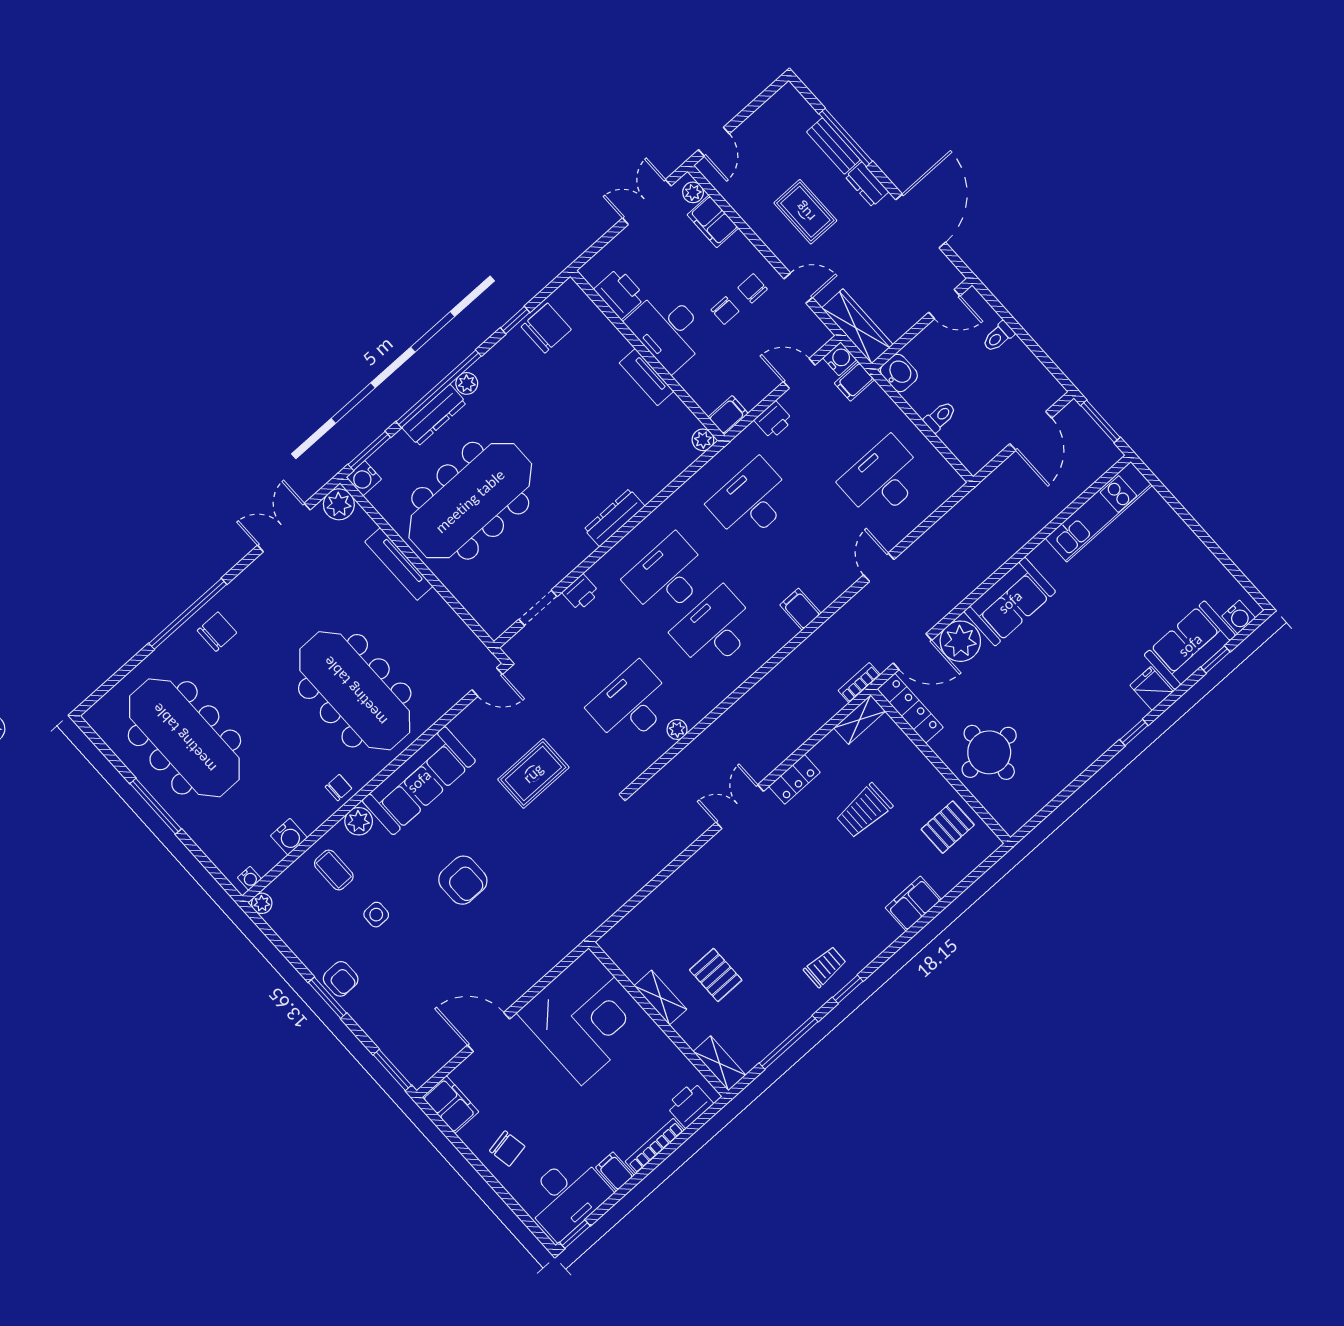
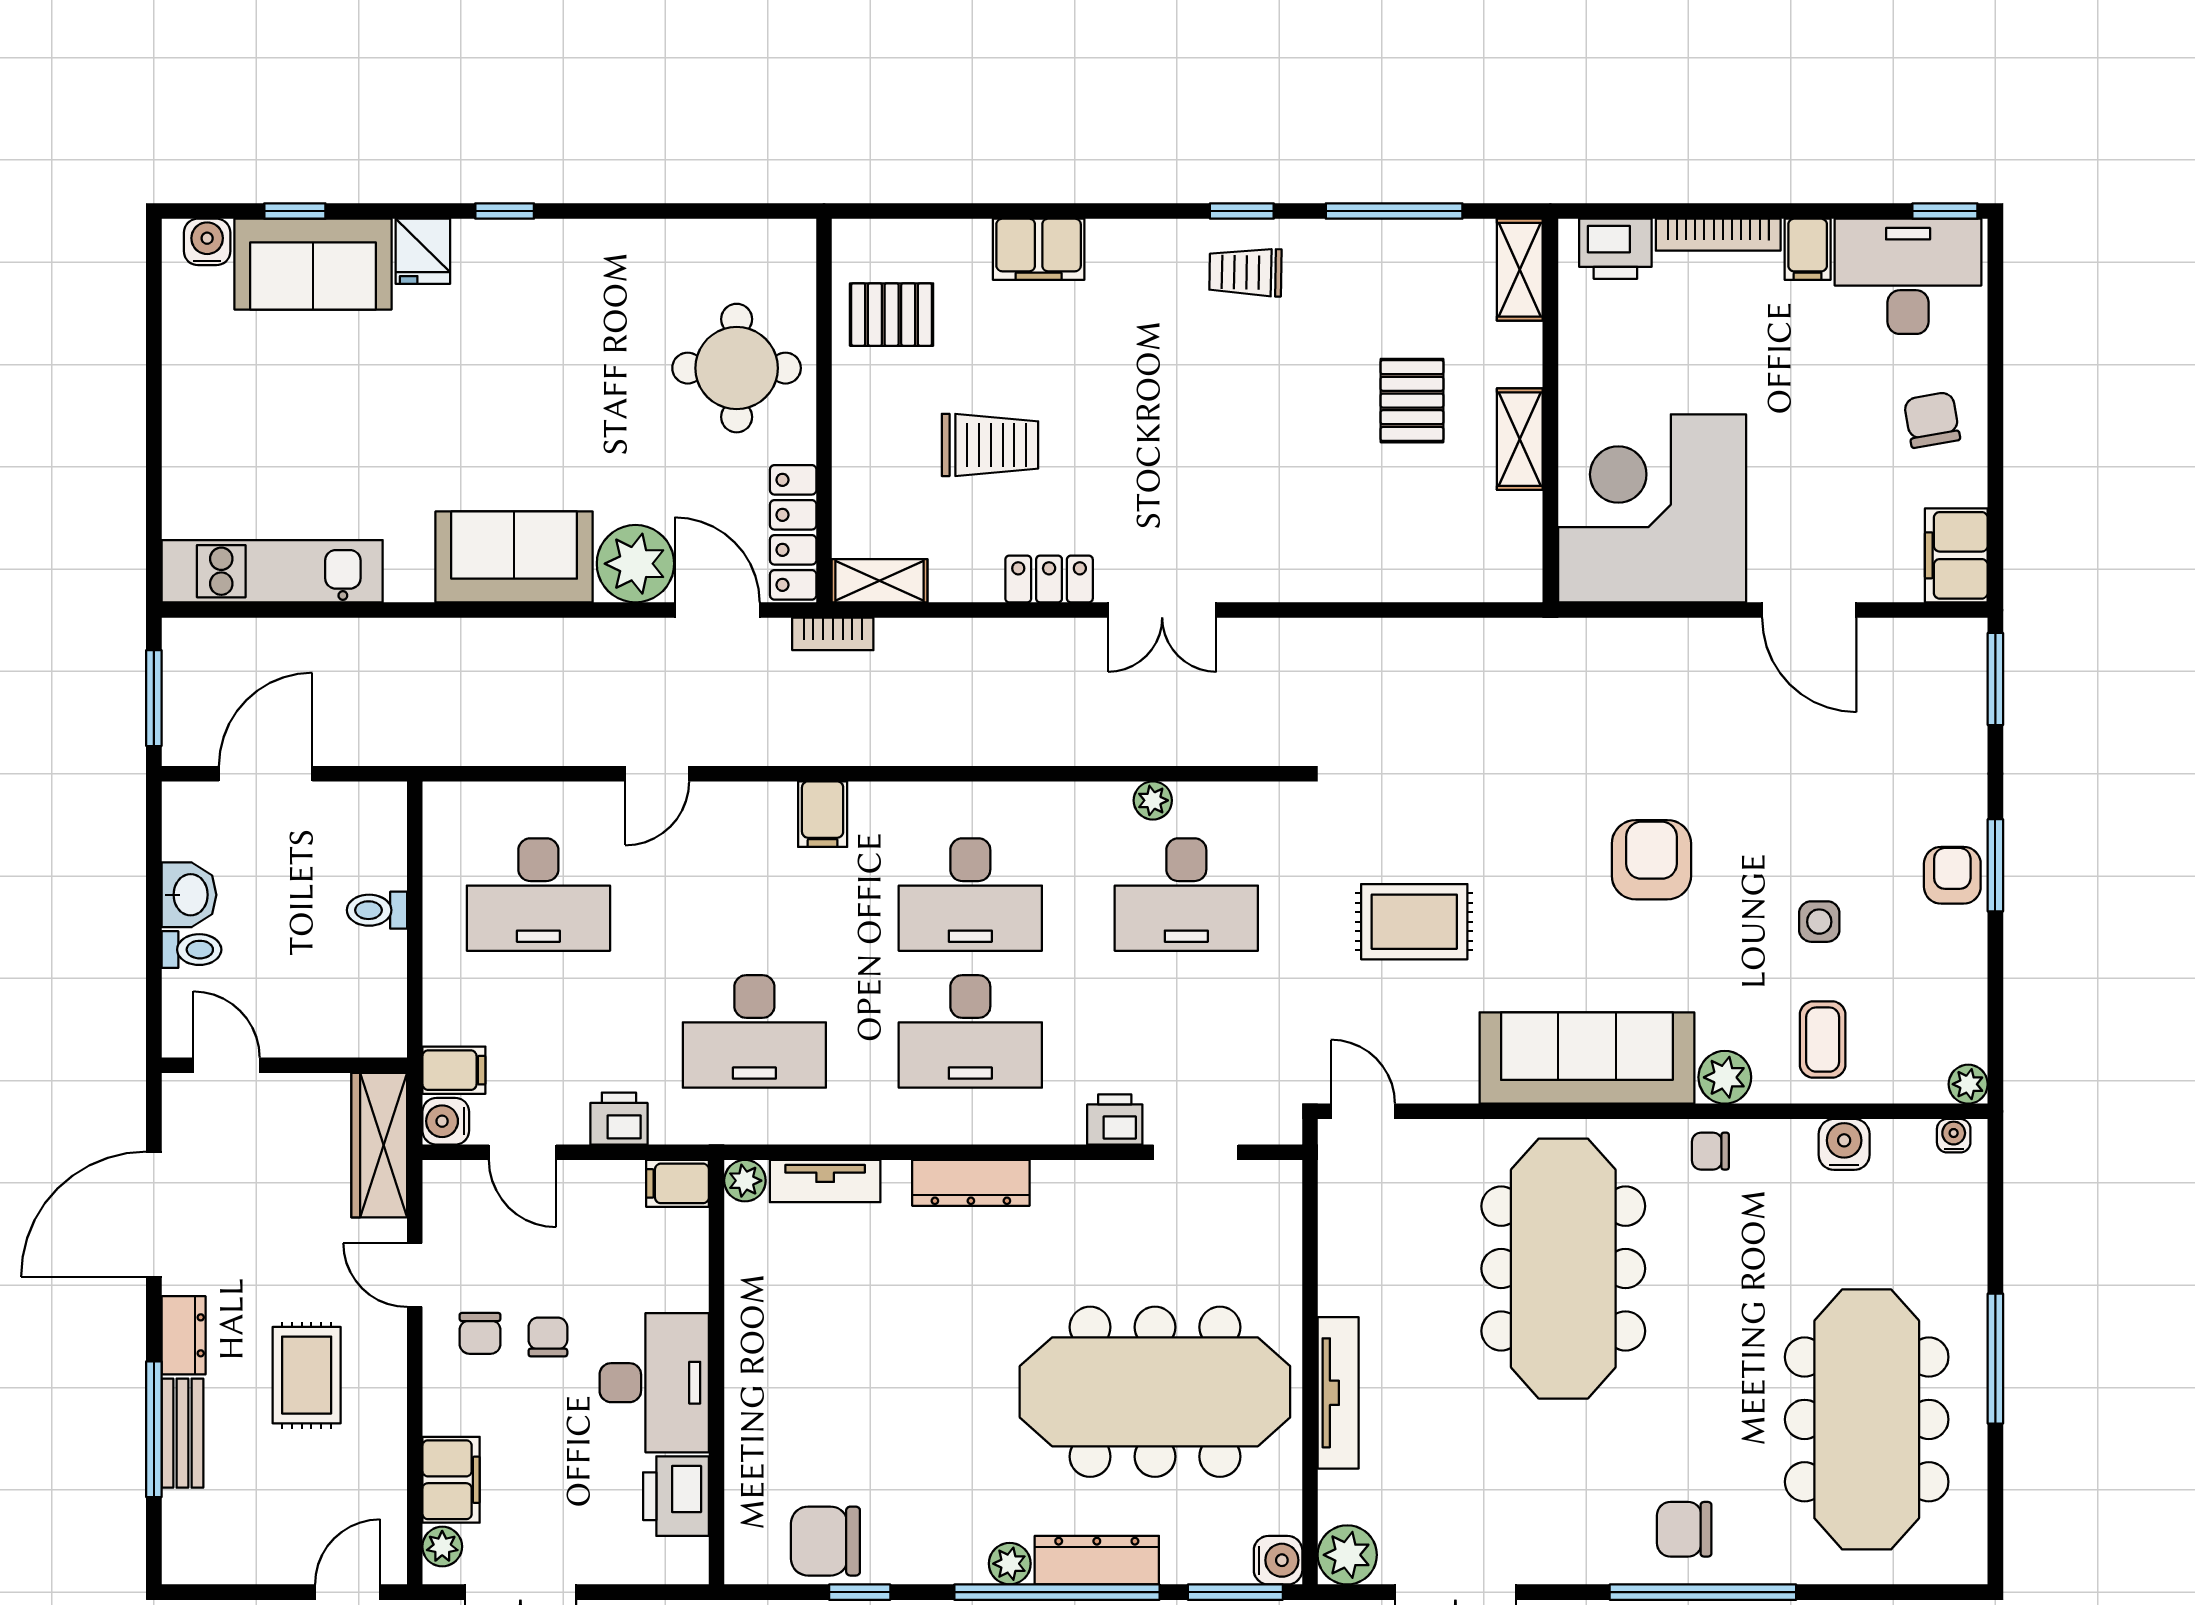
washbasin: (899, 373) -> (189, 895), moved, turned 180
tv unit: (646, 377) -> (825, 1181), moved, turned 90

